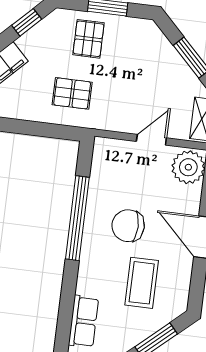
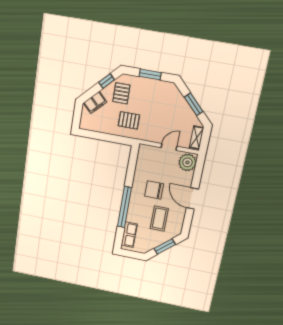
pallet: (88, 39) -> (121, 93), moved
window: (77, 218) -> (124, 207), moved

